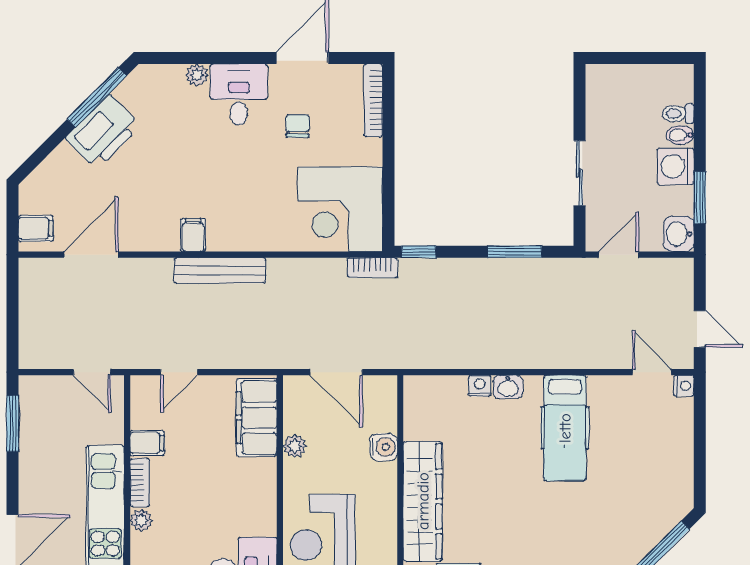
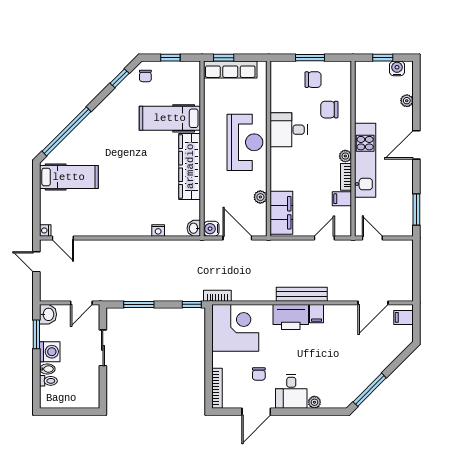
printer: (103, 132) -> (291, 317), moved, turned -135
washbasin: (508, 387) -> (194, 228), moved, turned -90
hospital bed: (565, 428) -> (69, 177), moved, turned 90
water cooler: (384, 447) -> (211, 229), moved

